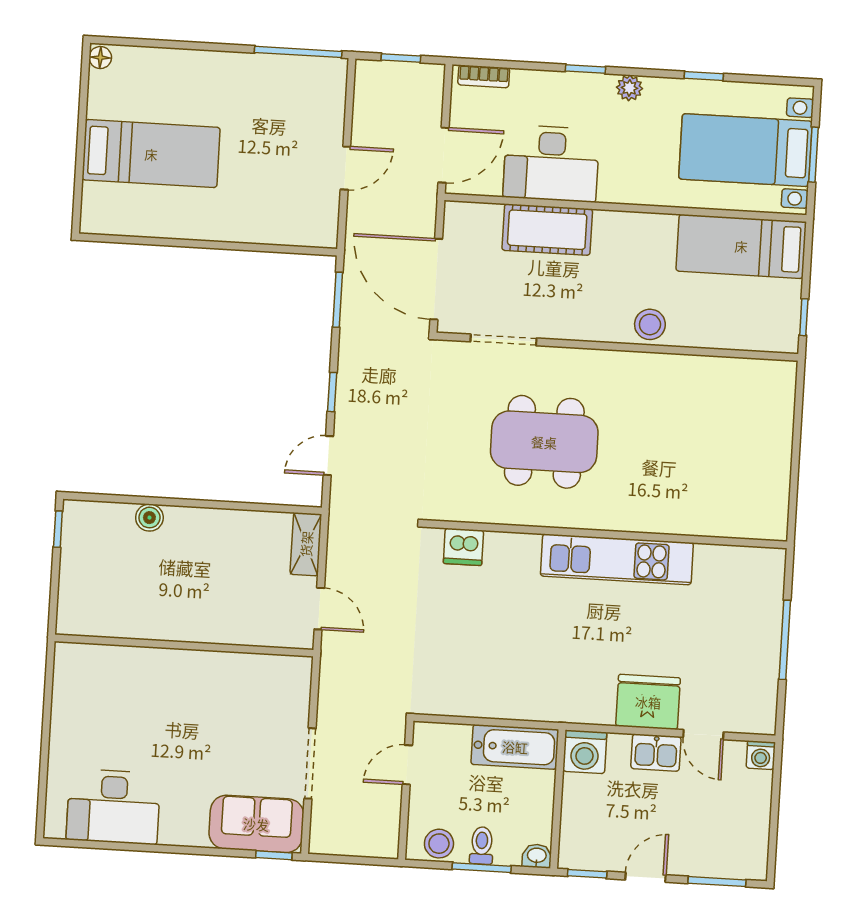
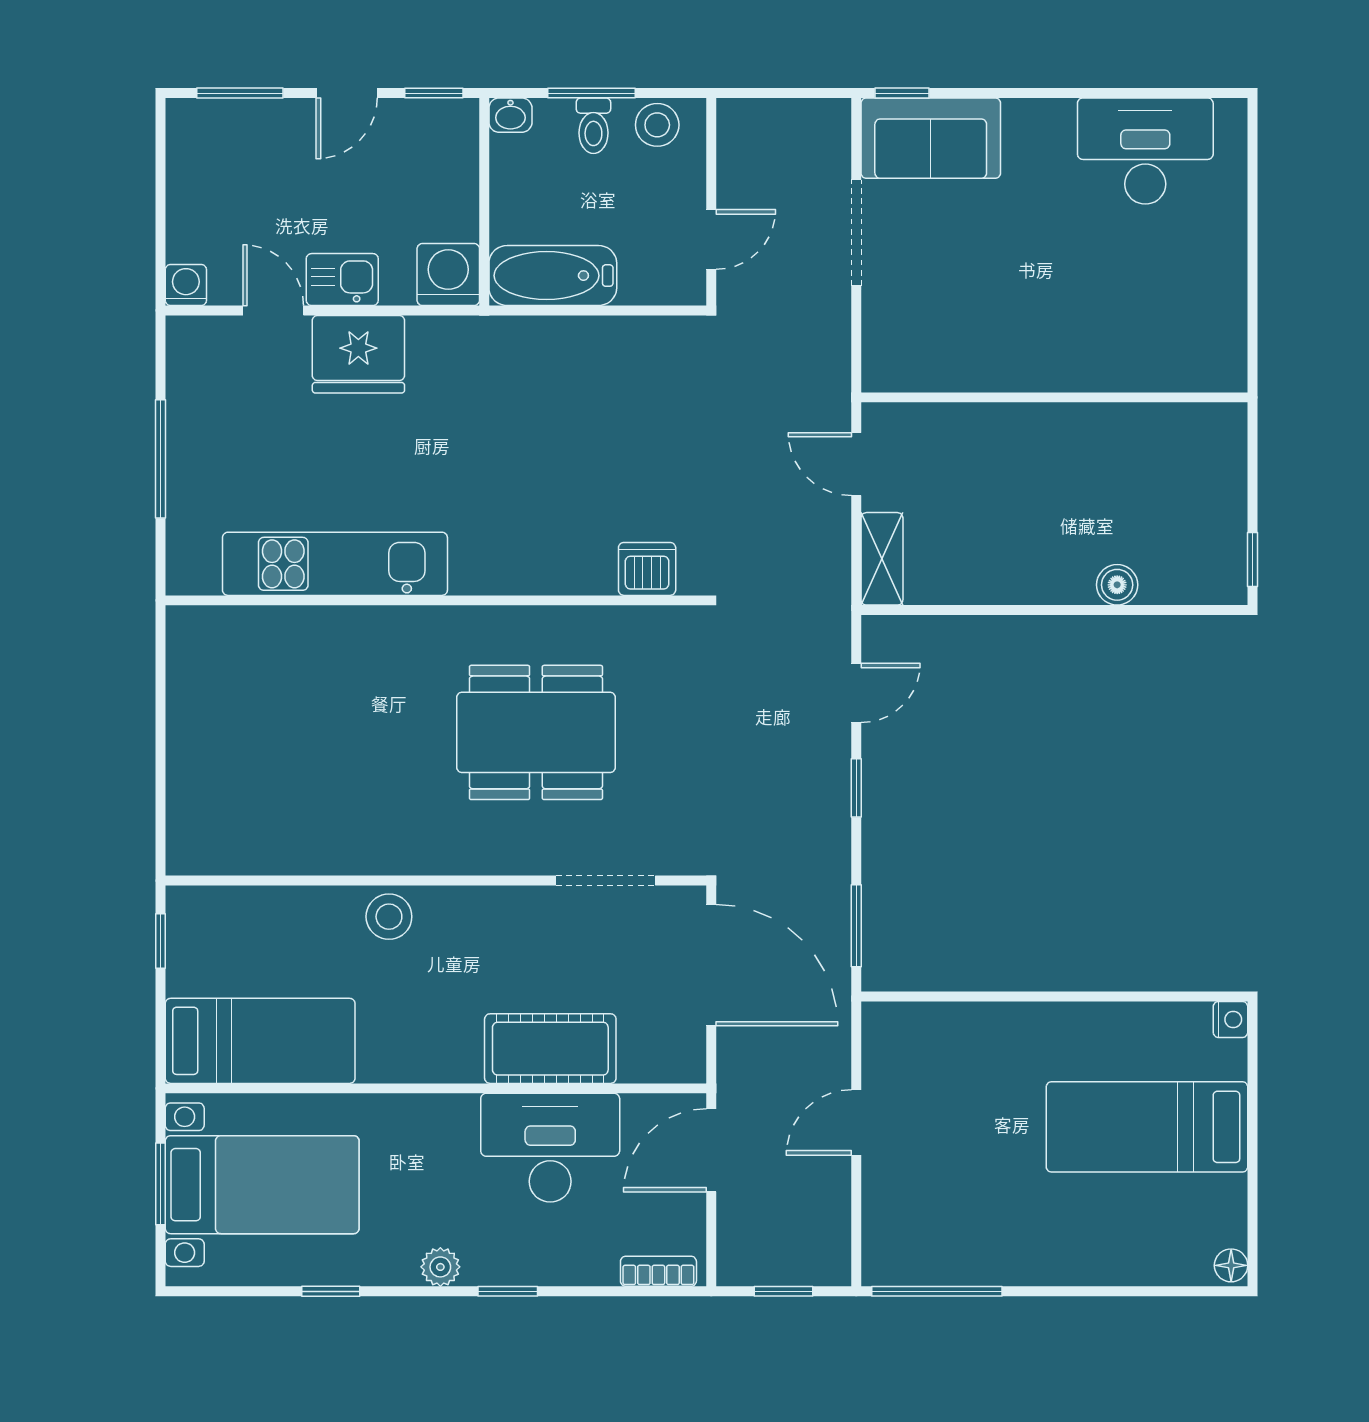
nightstand: (91, 222) -> (1230, 1019), added
kitchen unit: (617, 559) -> (335, 564), moved

